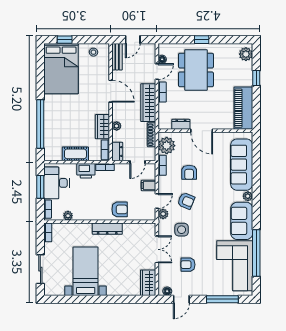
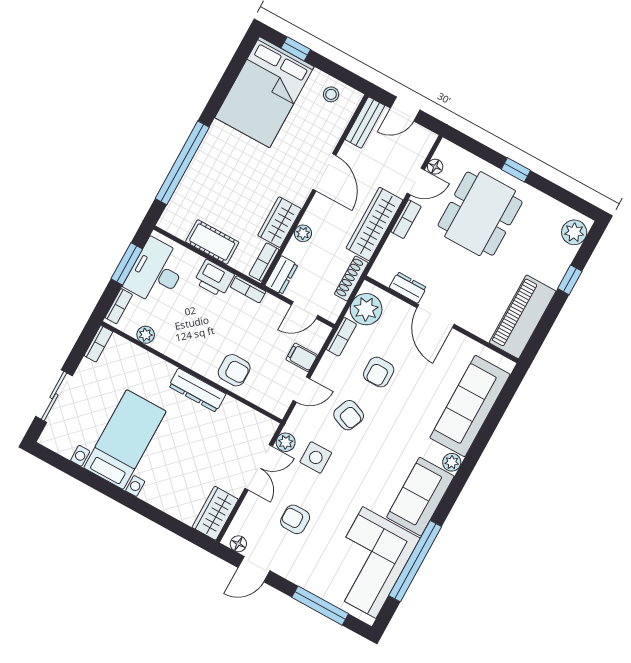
plant: (163, 214) -> (286, 442), moved

